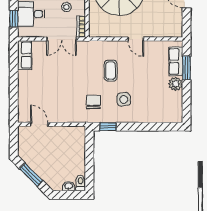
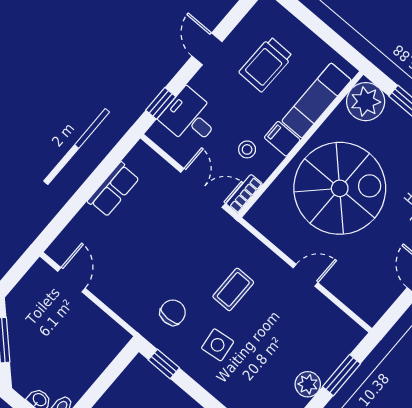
double door: (62, 39) -> (203, 188), swing flipped
door: (136, 39) -> (305, 275), swing flipped
row of seats: (25, 55) -> (113, 189), moved
row of seats: (176, 61) -> (334, 353), removed

